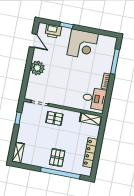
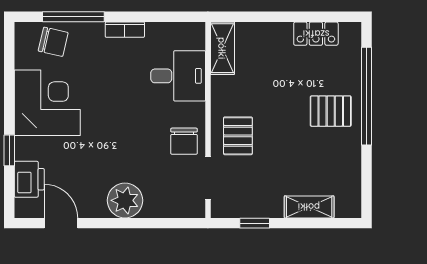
door: (33, 40) -> (61, 223), hinge flipped
chair: (107, 52) -> (53, 42), added
chair: (56, 96) -> (184, 141), added
desk: (94, 99) -> (178, 76), moved, turned 90
shelving: (18, 153) -> (309, 207), moved
locker: (90, 153) -> (316, 34), width x0.66

